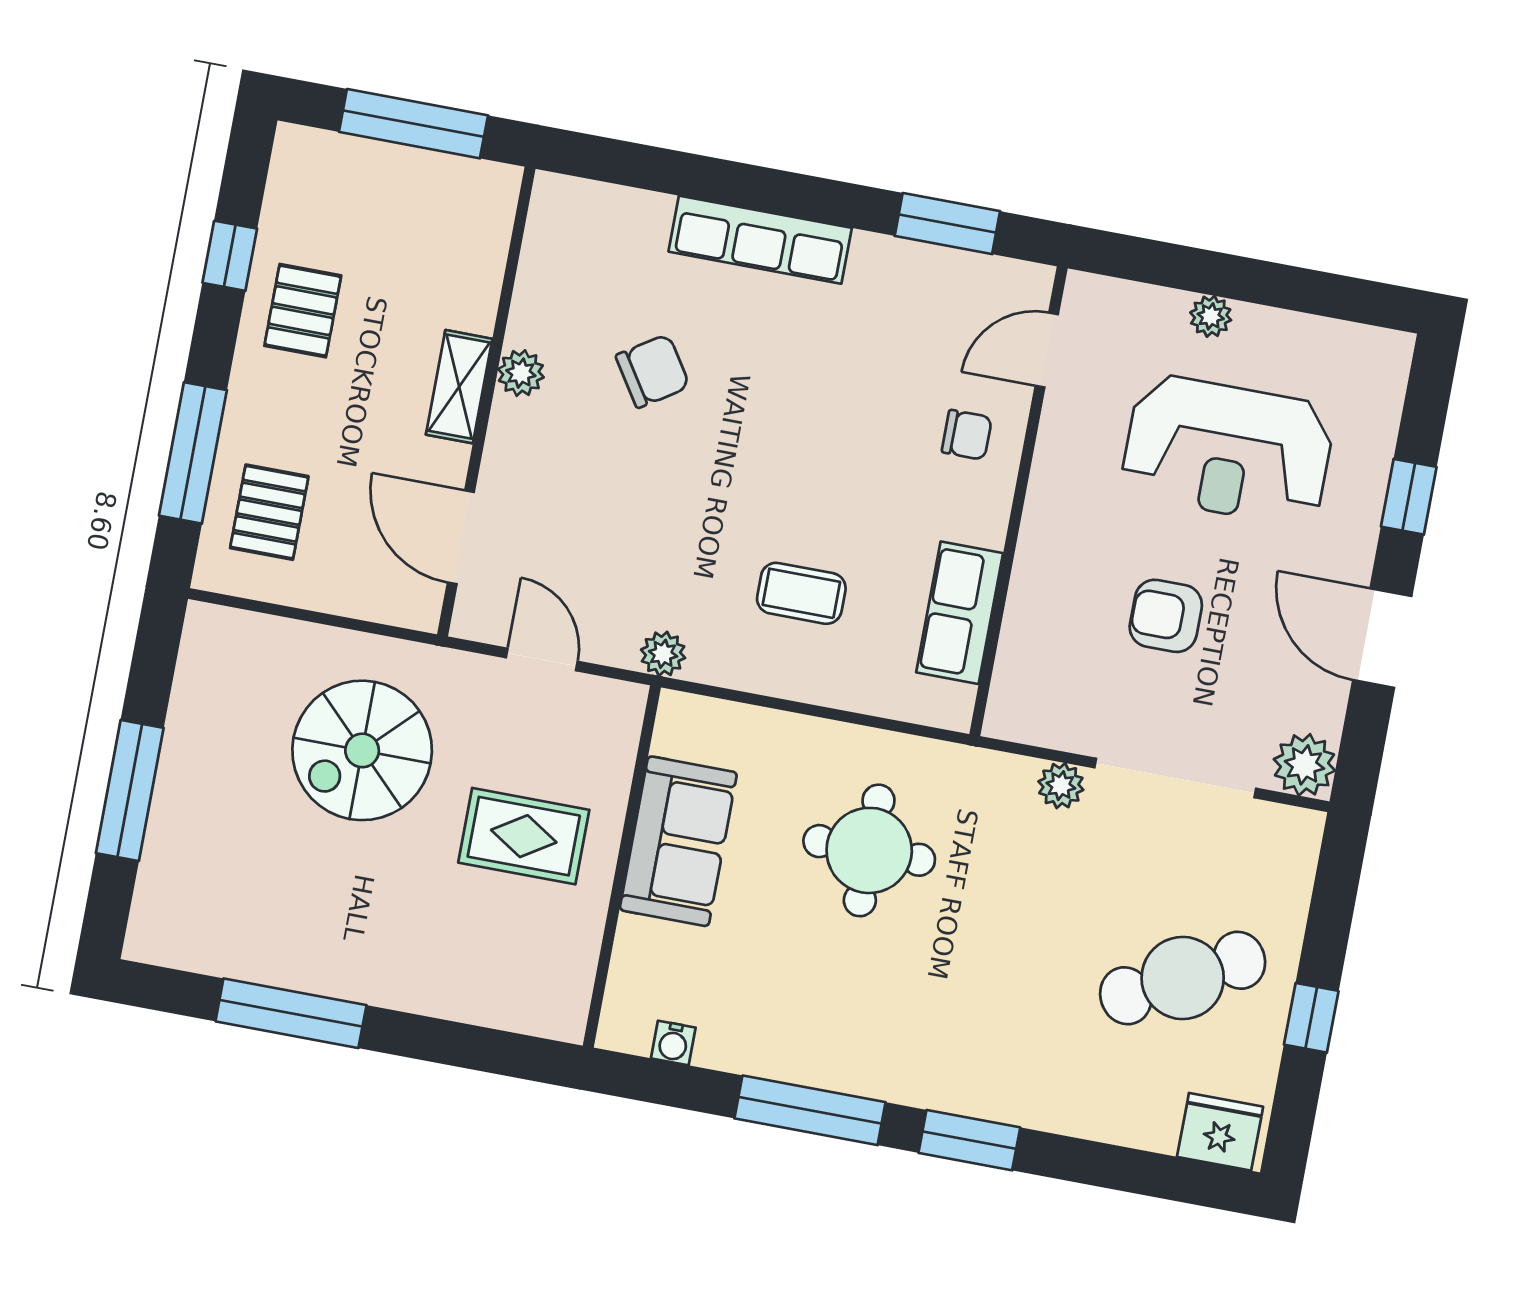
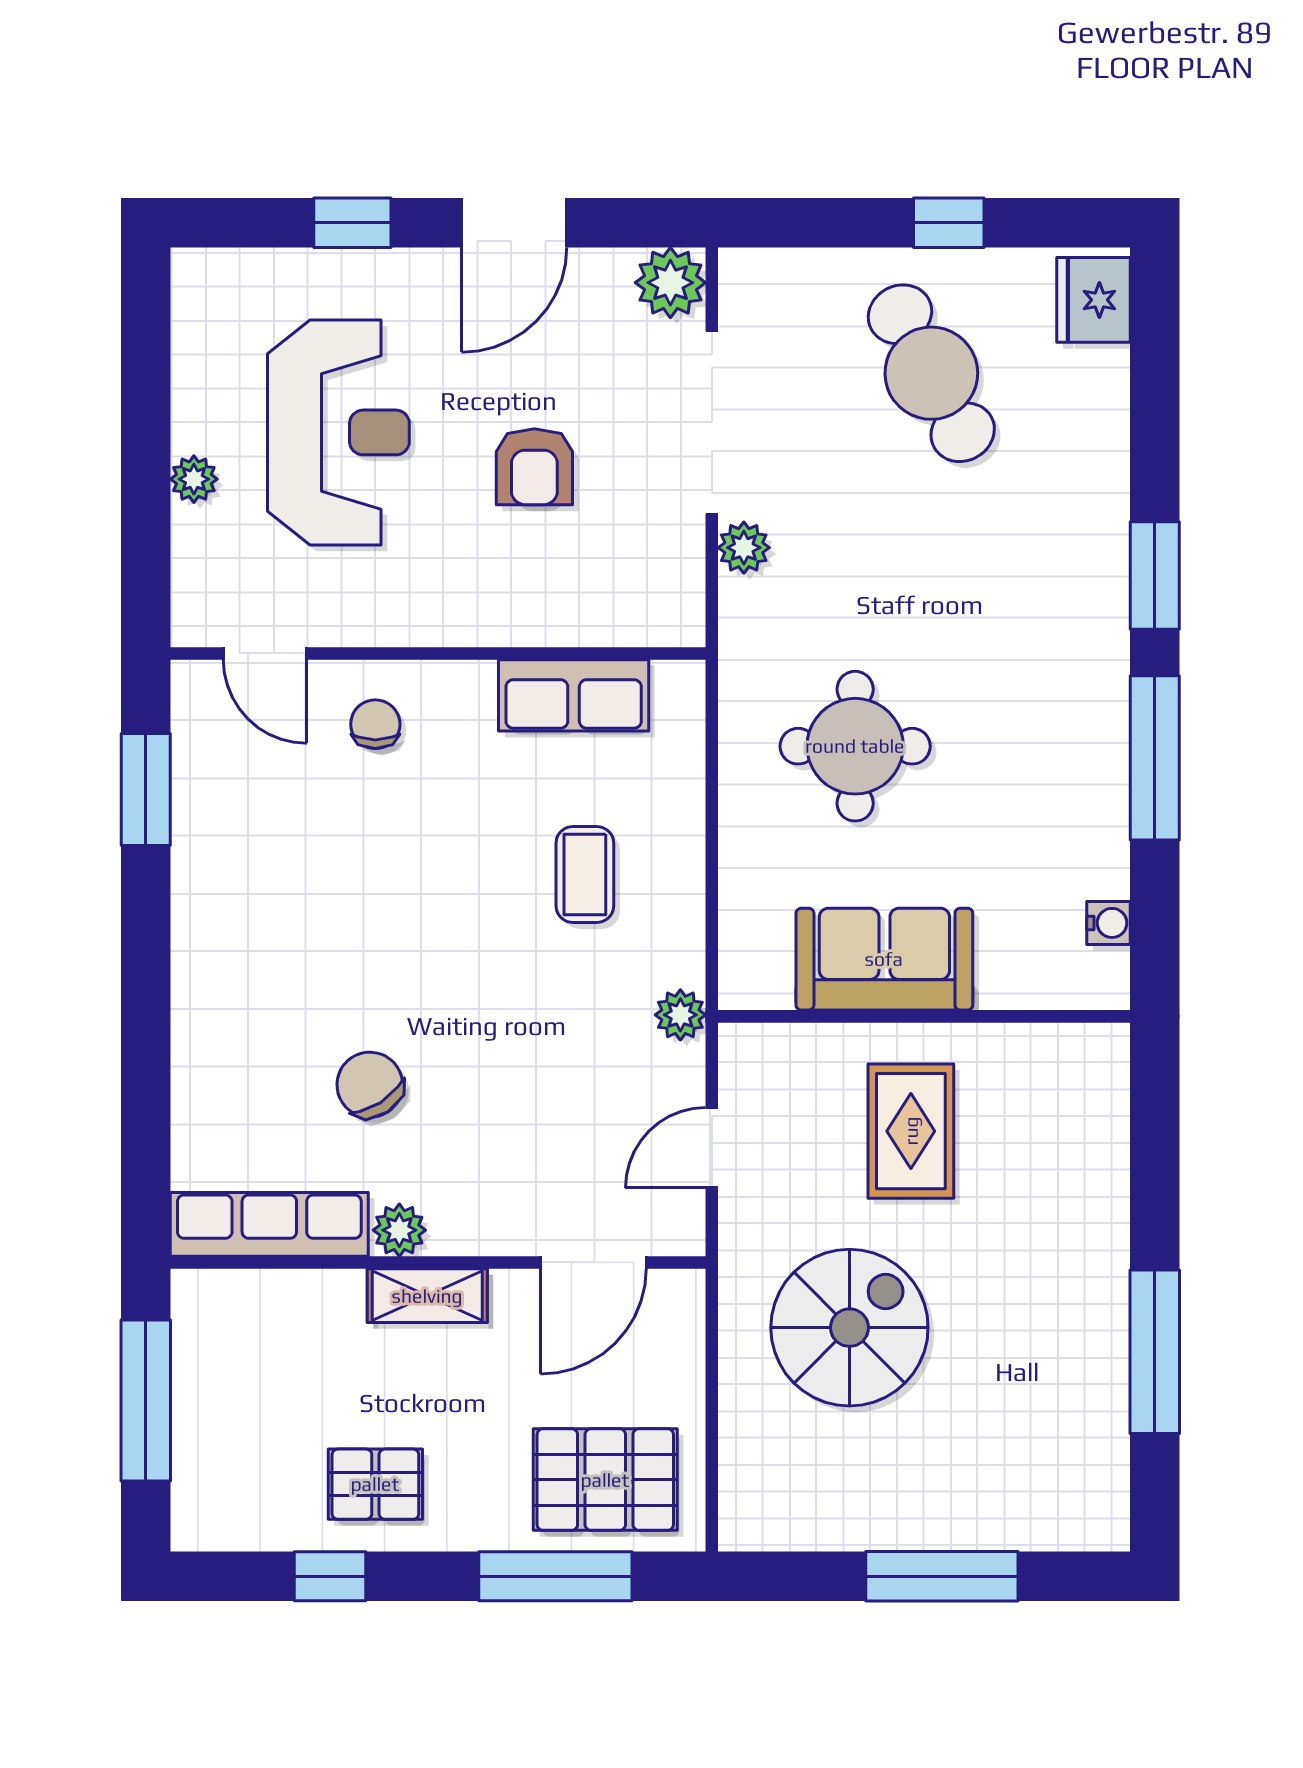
row of seats: (760, 240) -> (269, 1224), moved, turned -90
pallet: (269, 512) -> (605, 1480), width x1.50, depth x1.42
spiral stairs: (362, 750) -> (849, 1328), turned -90

